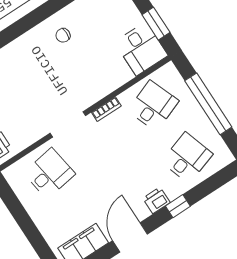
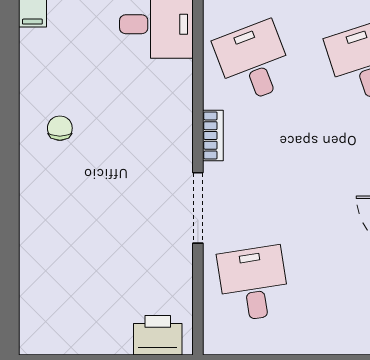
chair: (63, 35) -> (60, 128), turned 180

